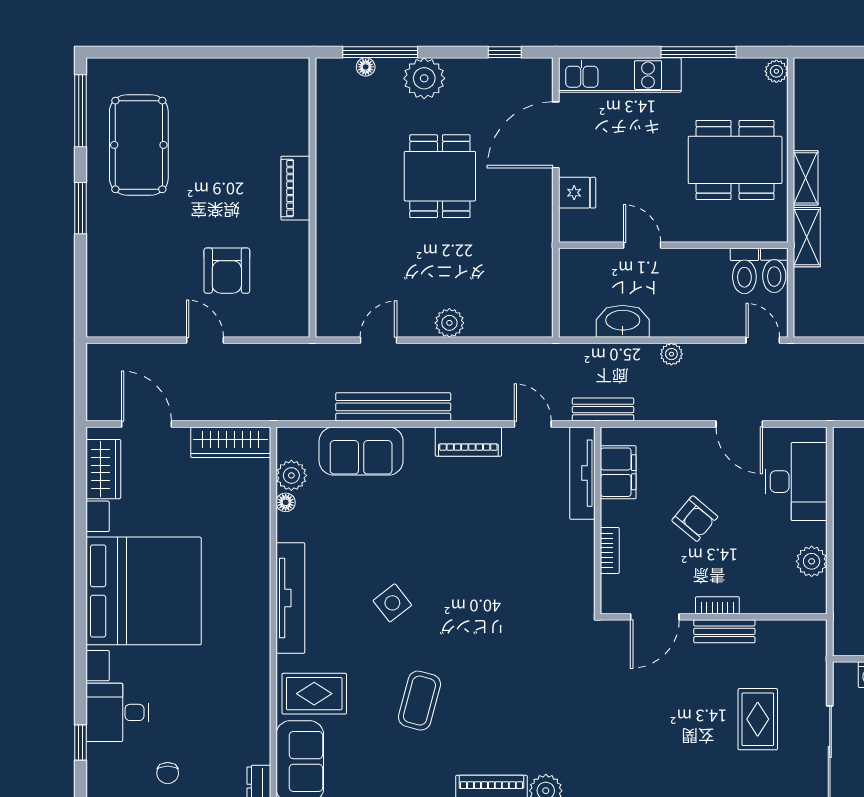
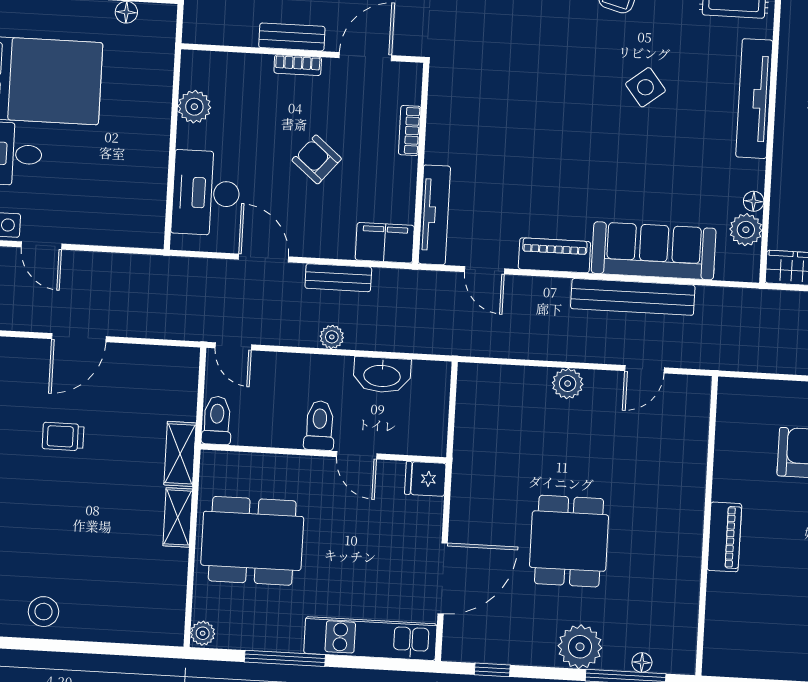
fridge: (577, 193) -> (425, 479), moved
toilet: (744, 271) -> (320, 426), moved
bench: (603, 410) -> (338, 278), moved
sofa: (361, 451) -> (654, 251), width x1.36
filing cabinet: (618, 472) -> (385, 243), moved, turned 90

